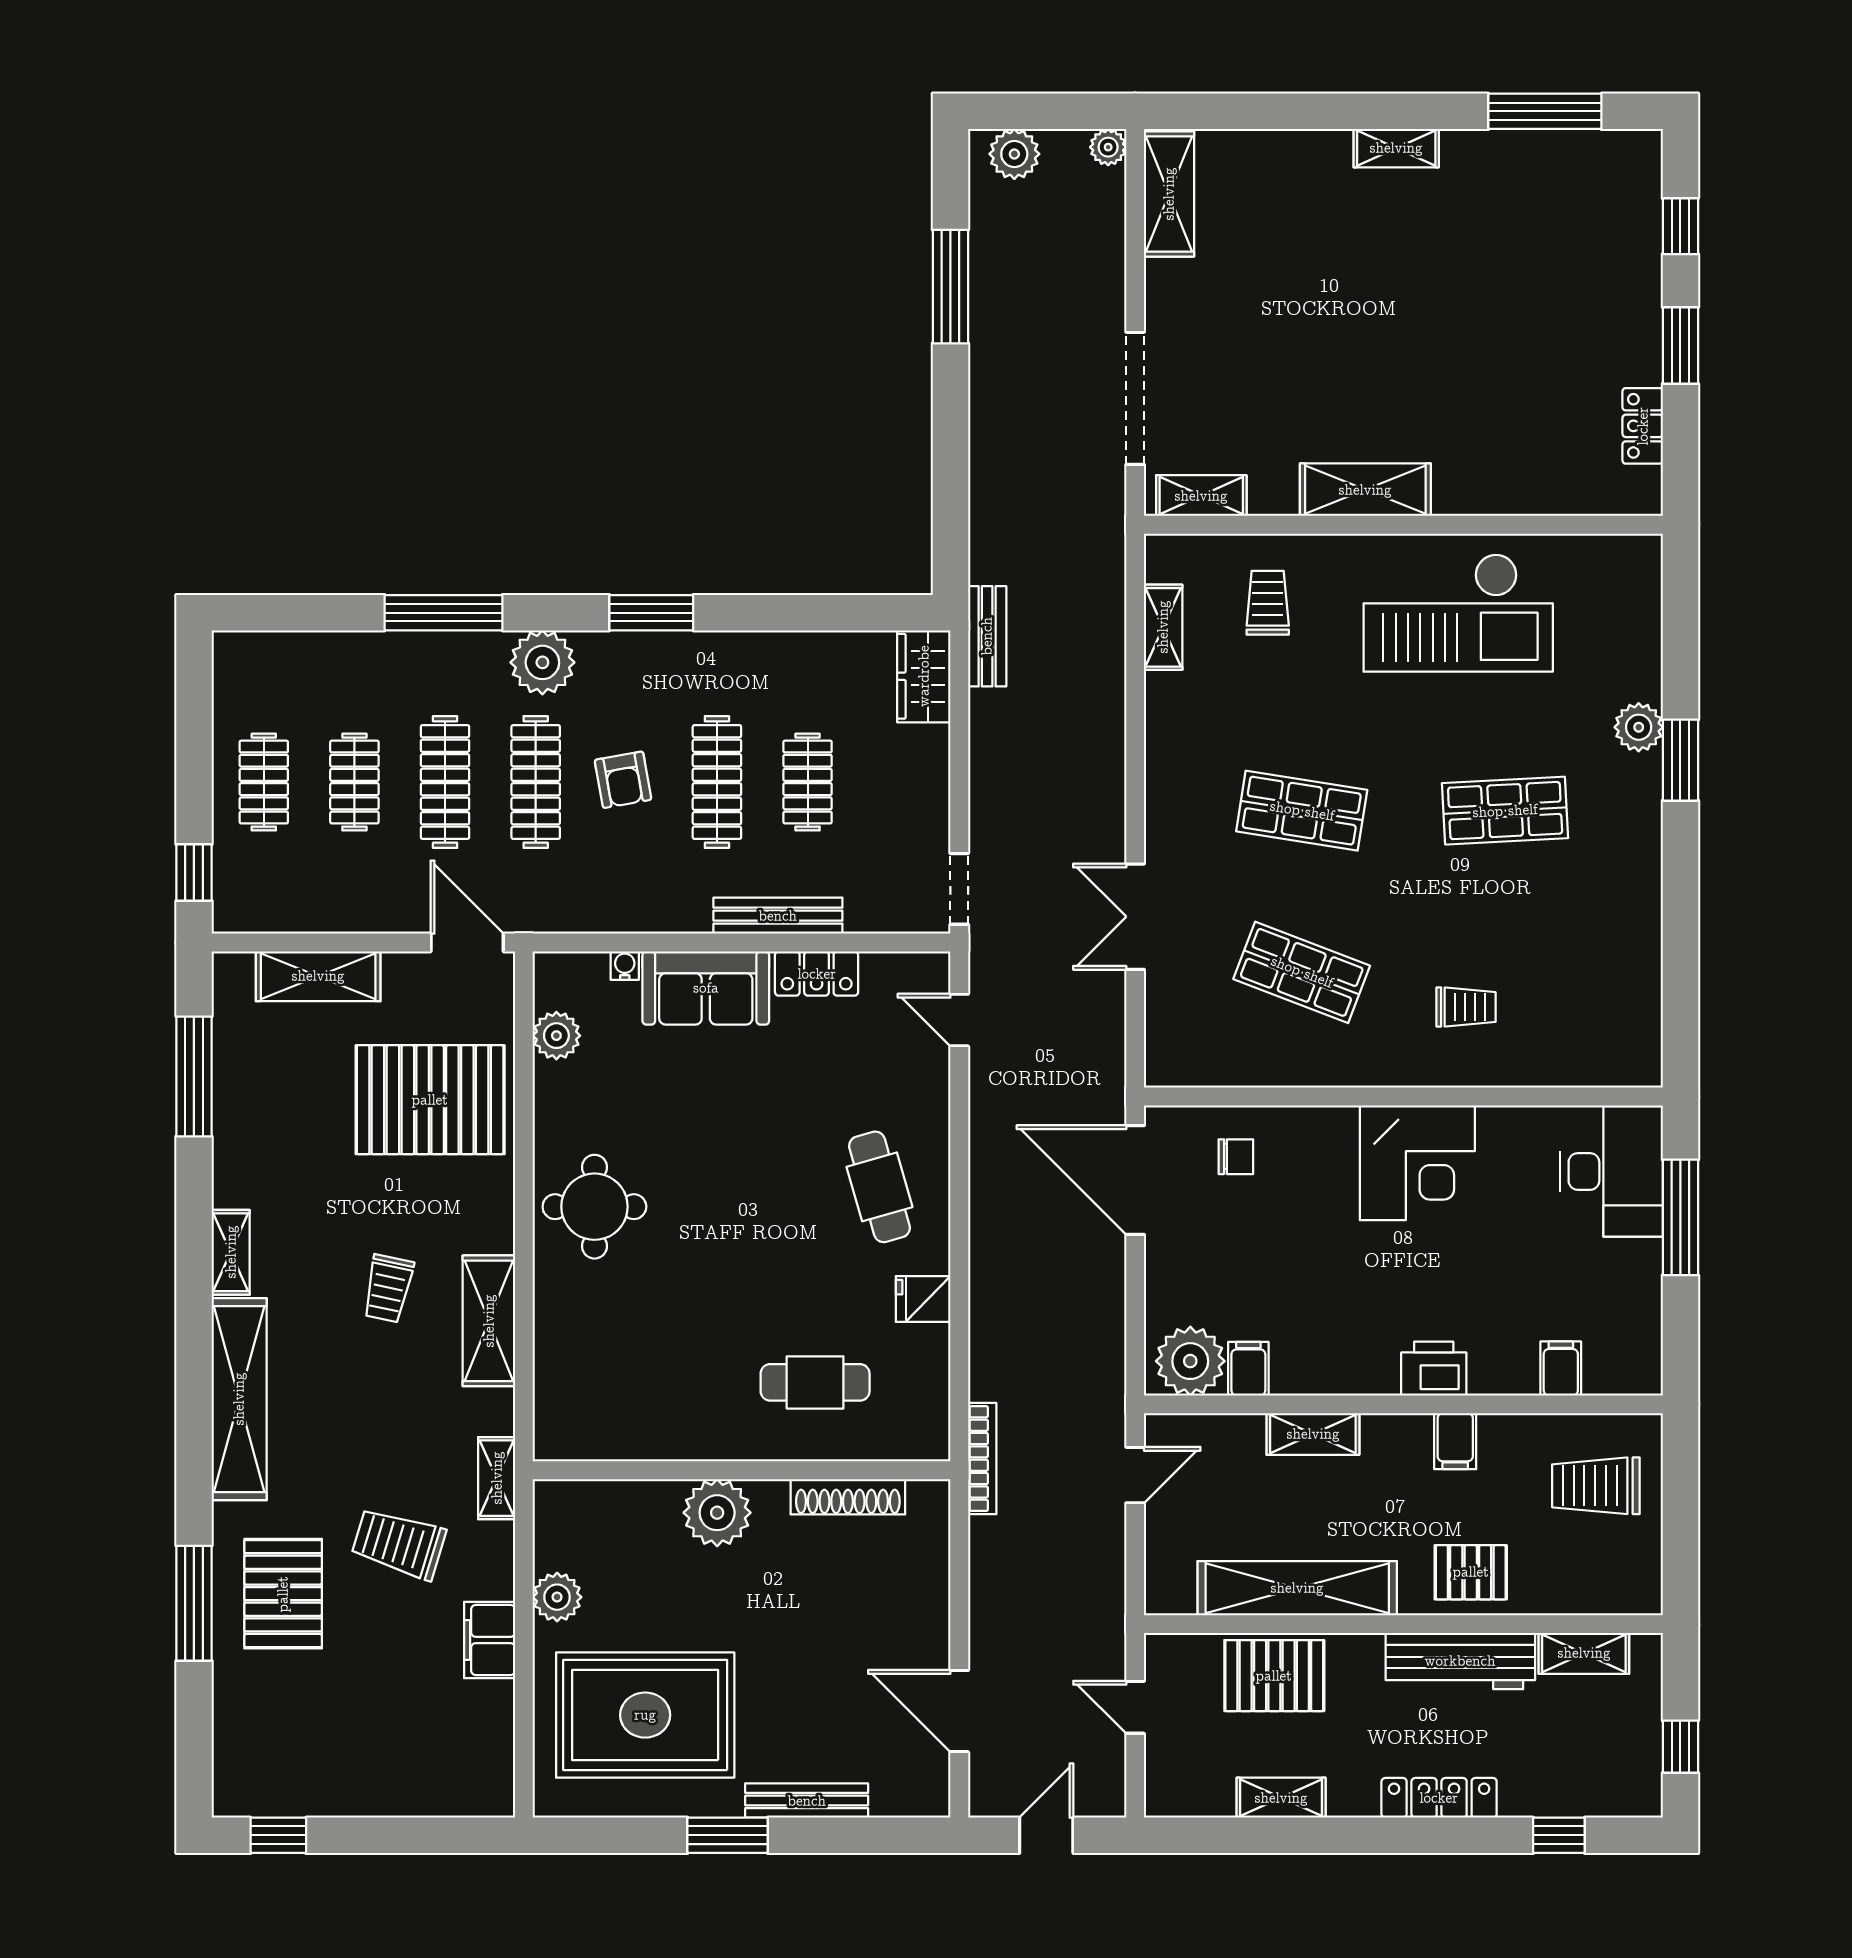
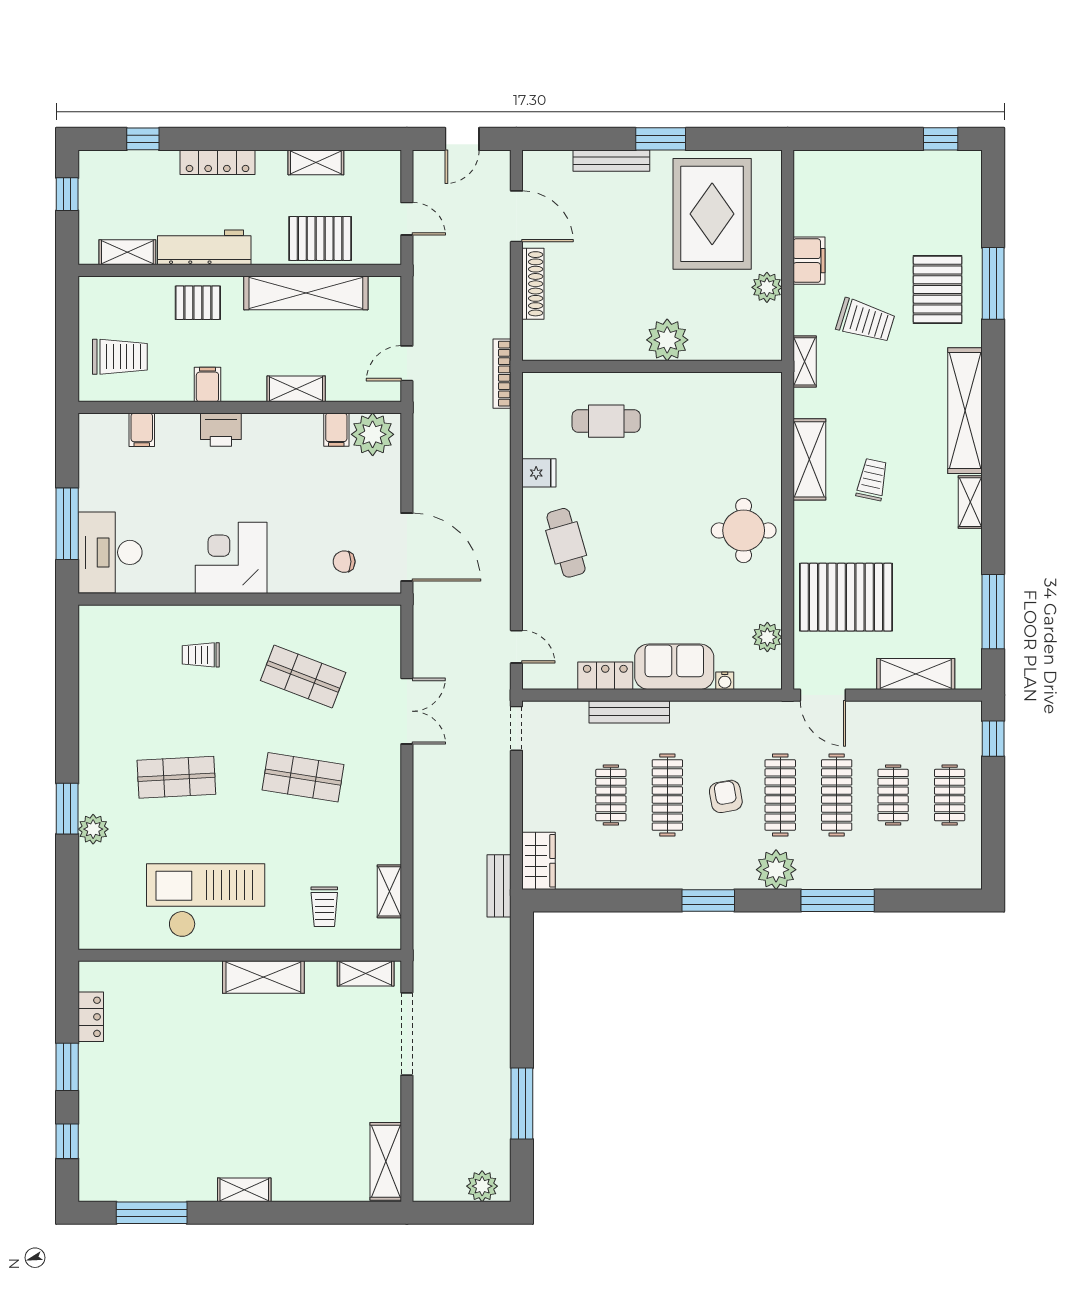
plant: (1108, 147) -> (424, 1190), removed
shoe rack: (848, 1497) -> (533, 284), moved, turned 90
rug: (645, 1715) -> (712, 214), turned 90

